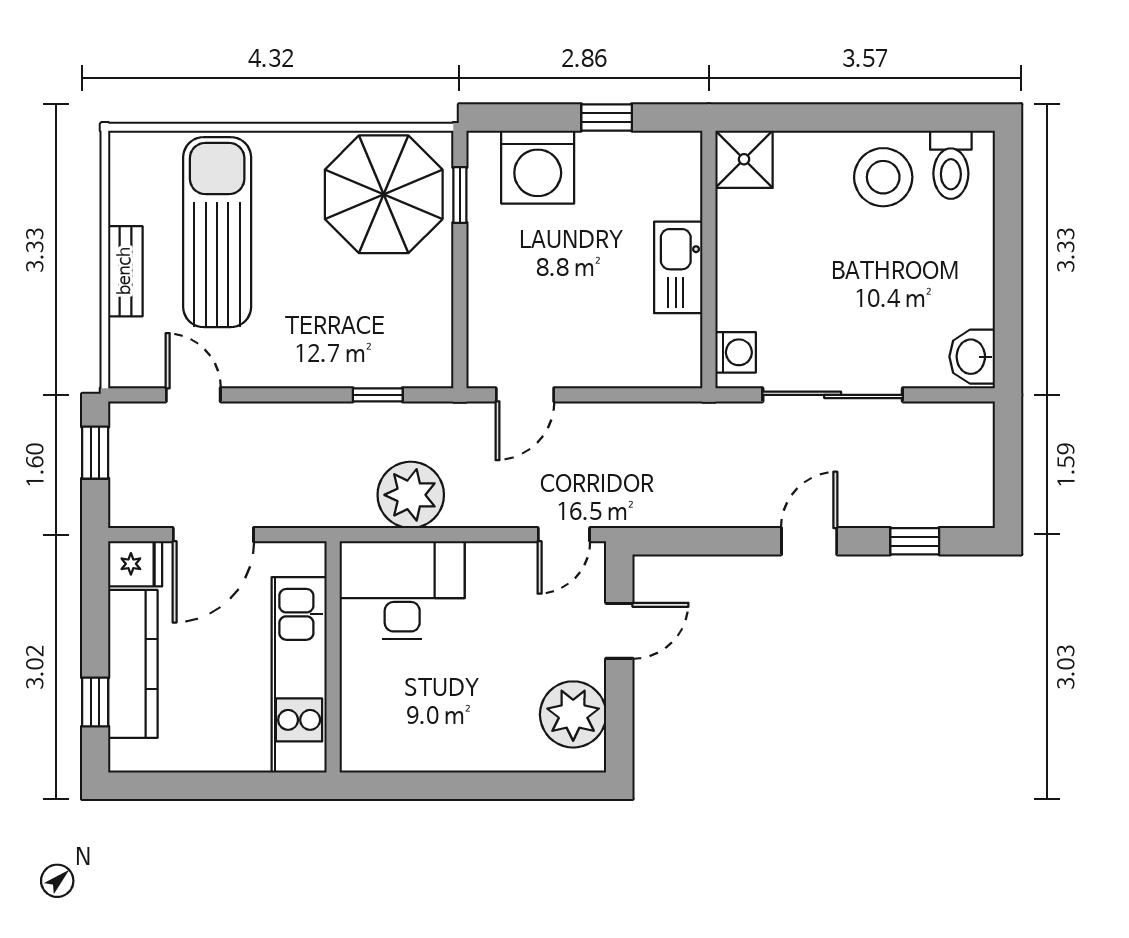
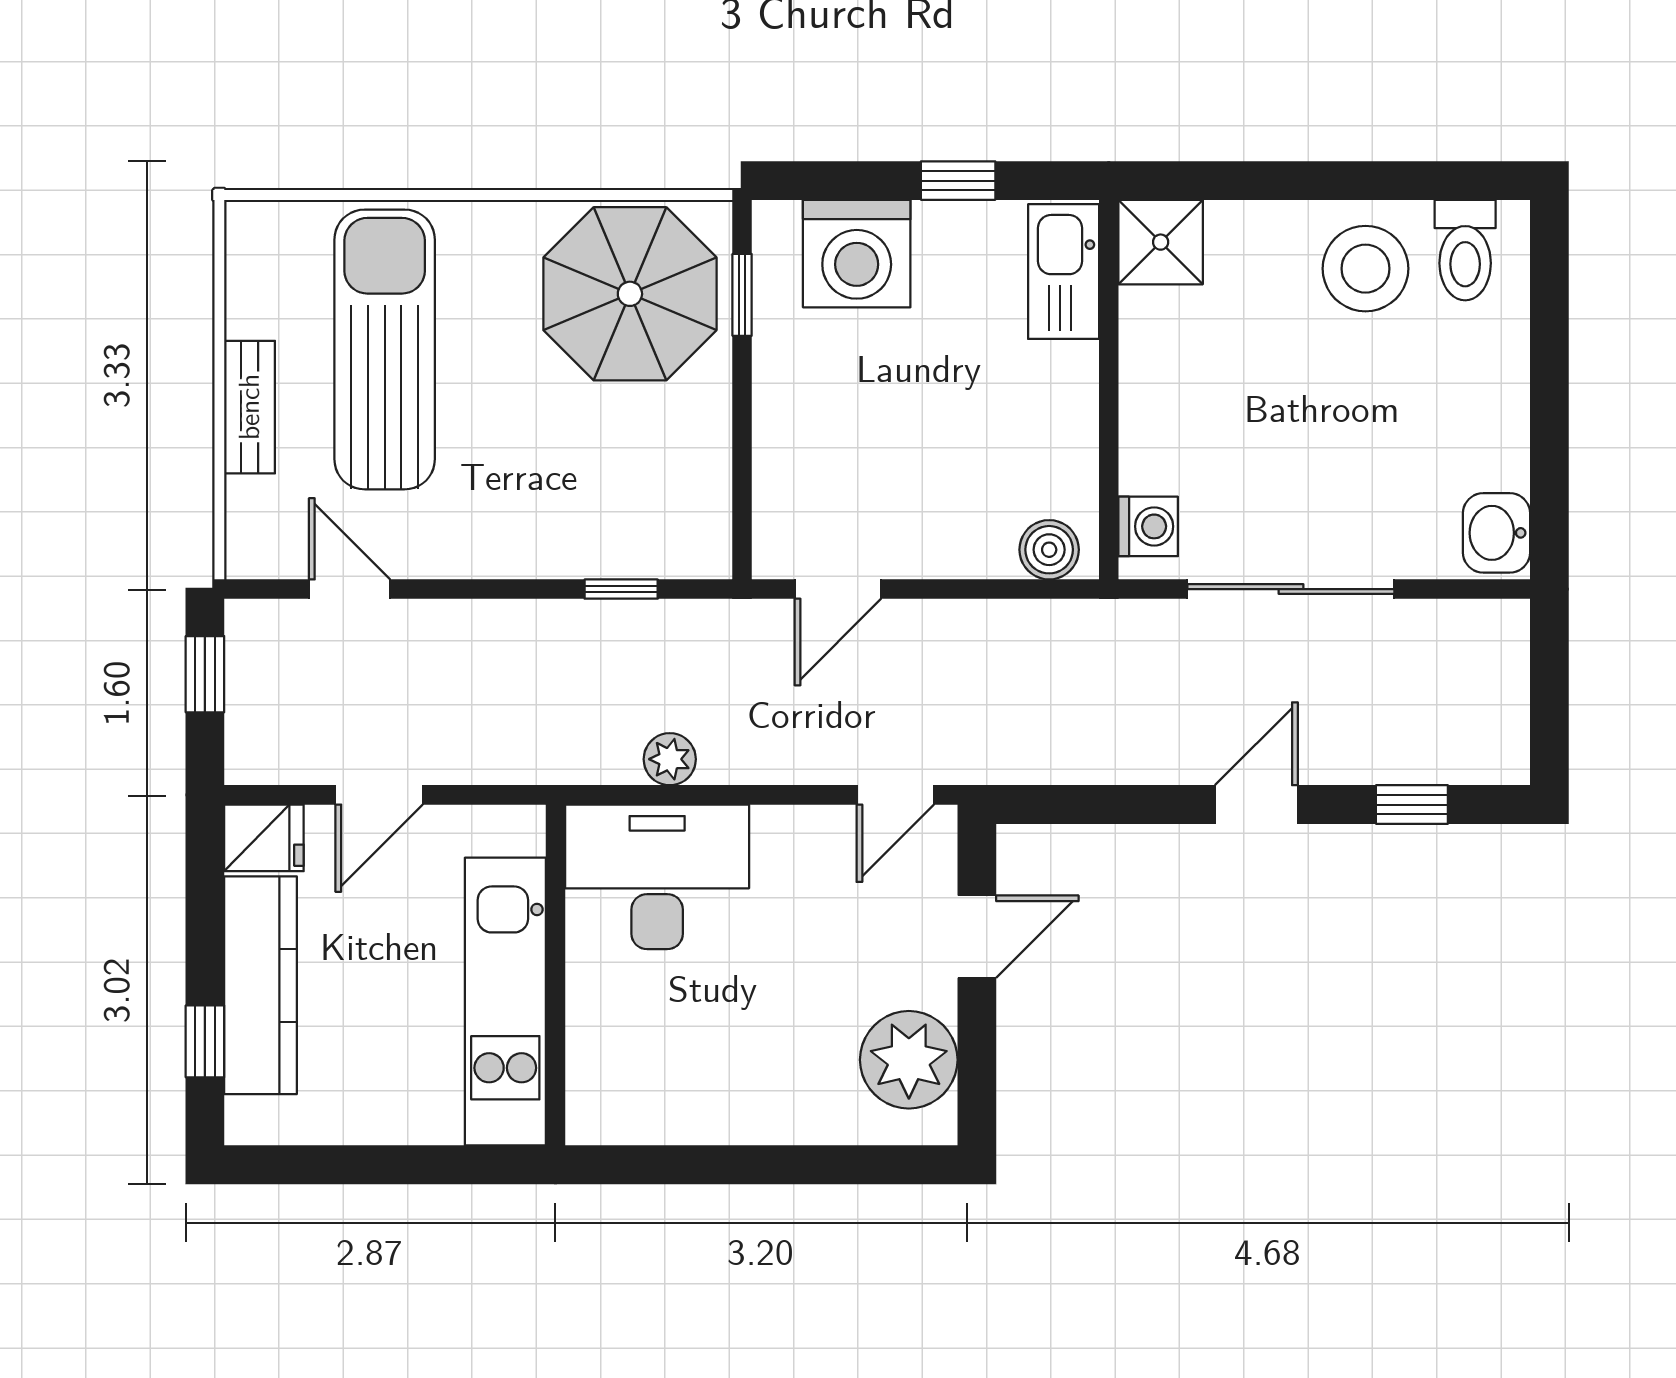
kitchen sink: (678, 267) -> (1064, 272), moved
boiler: (668, 368) -> (1049, 550), added
plant: (411, 495) -> (670, 759), width x0.53, depth x0.53
door: (213, 535) -> (379, 795), width x0.73

